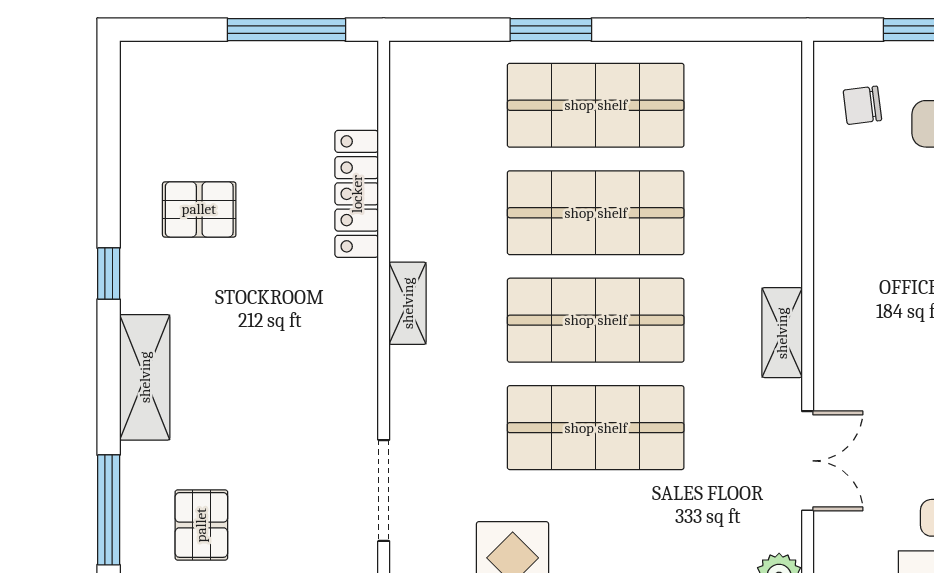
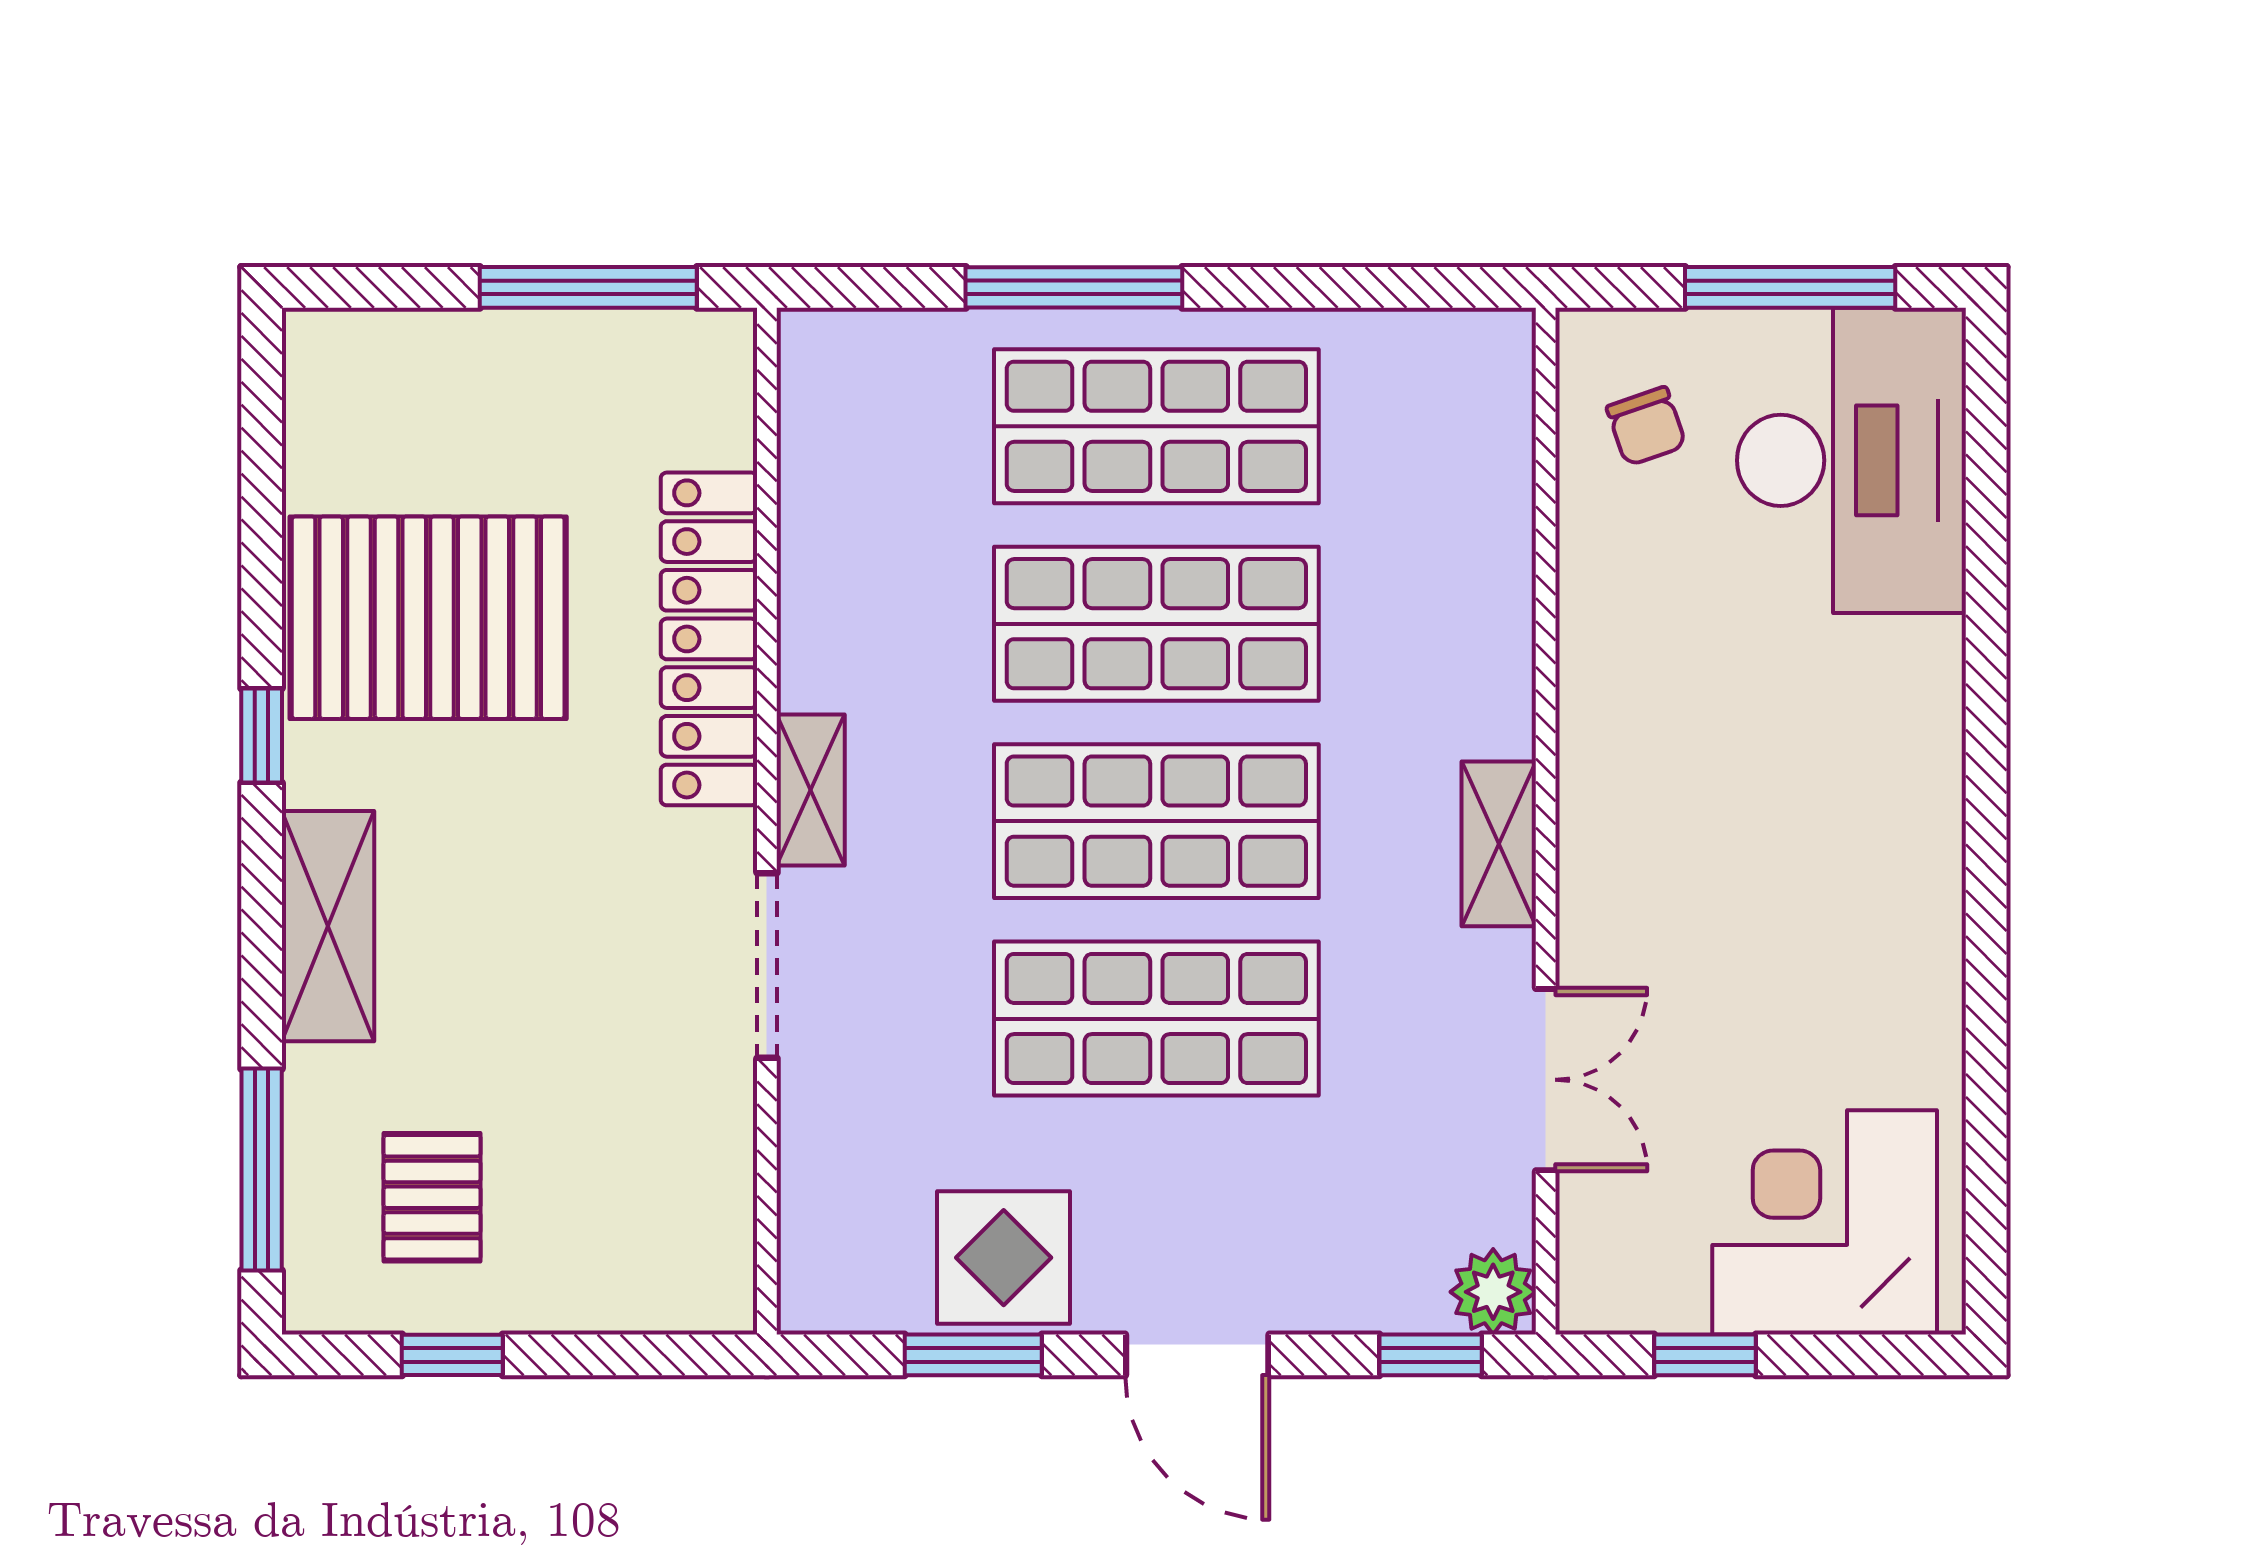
window: (551, 30) -> (1074, 287), width x1.44
chair: (862, 105) -> (1646, 426), turned -102
locker: (357, 194) -> (709, 639), width x1.41, depth x1.21
pallet: (199, 209) -> (428, 618), width x2.05, depth x2.00
doorway: (384, 490) -> (767, 966), moved

